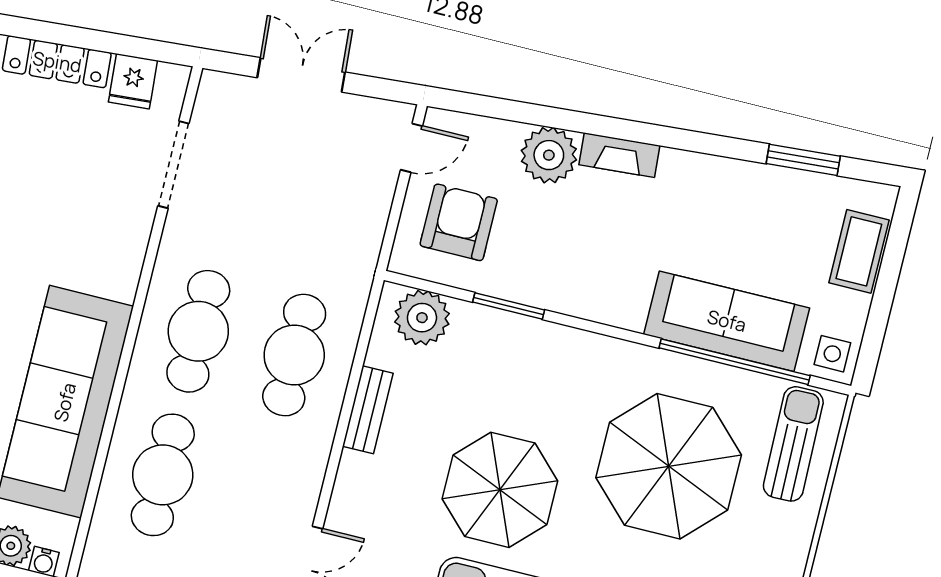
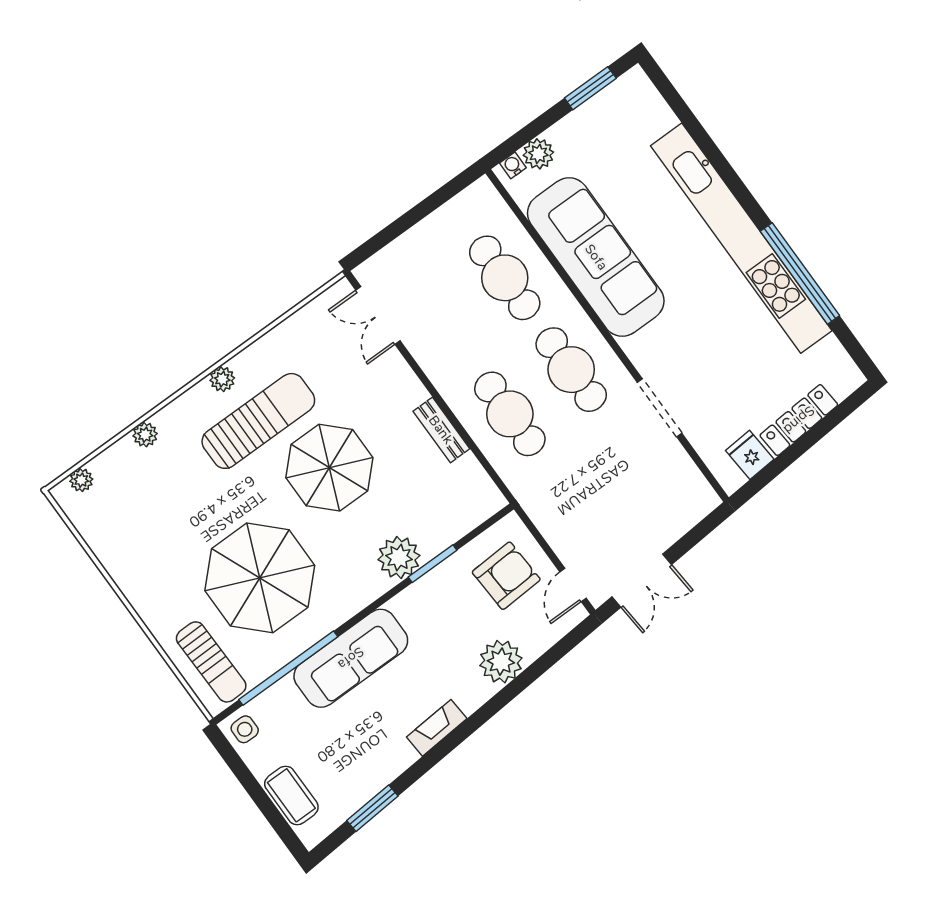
double door: (301, 75) -> (642, 581), moved
fireplace: (619, 155) -> (437, 728), moved
doorway: (173, 165) -> (659, 408), moved
armchair: (459, 222) -> (506, 576), turned -93
plant: (422, 318) -> (399, 557), moved
sofa: (727, 321) -> (351, 658), moved

